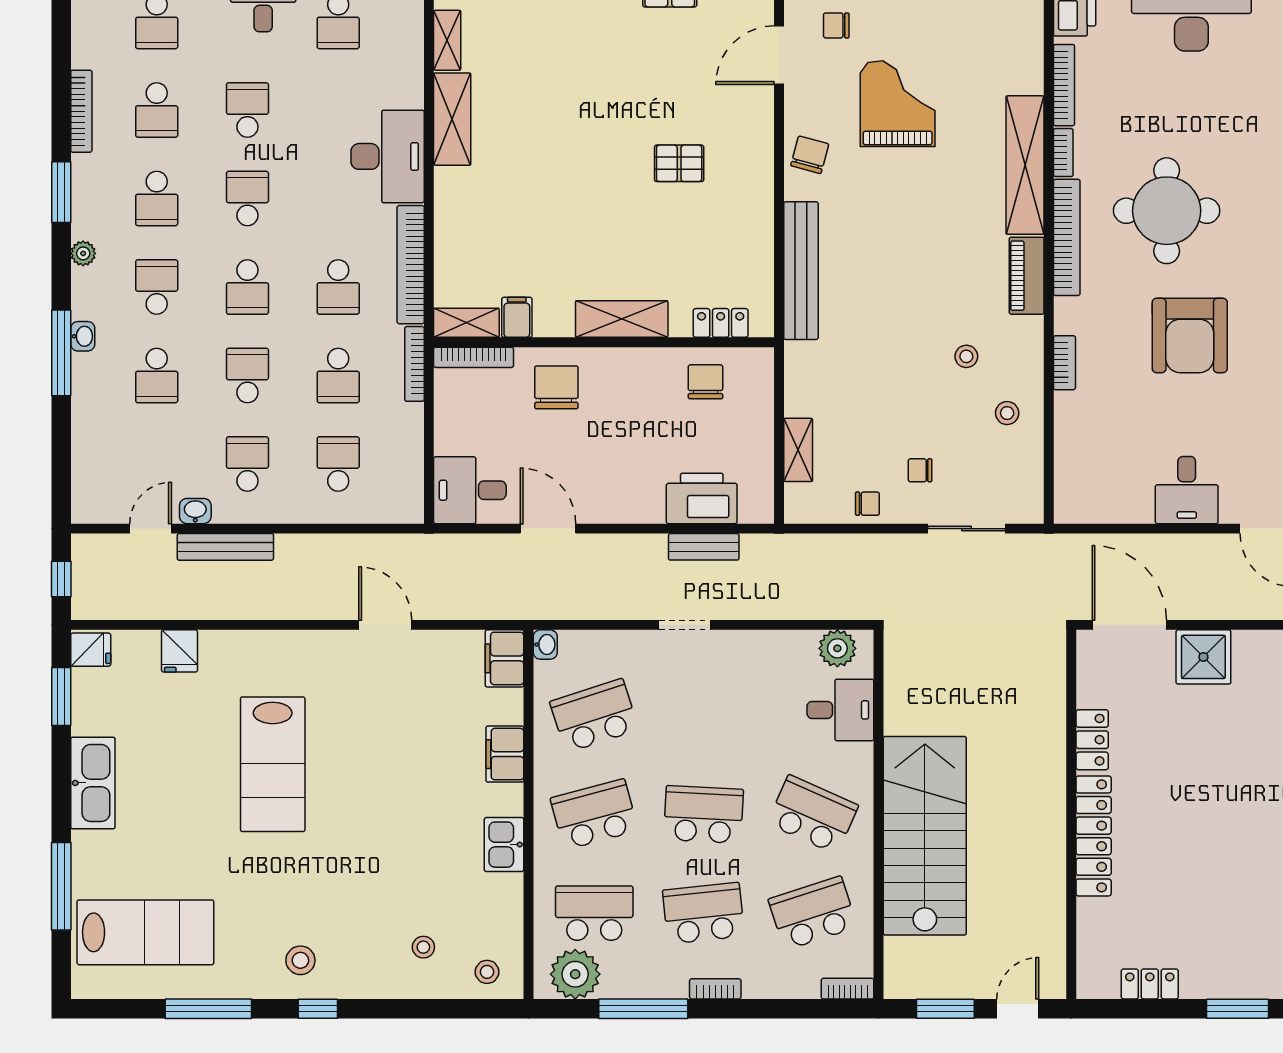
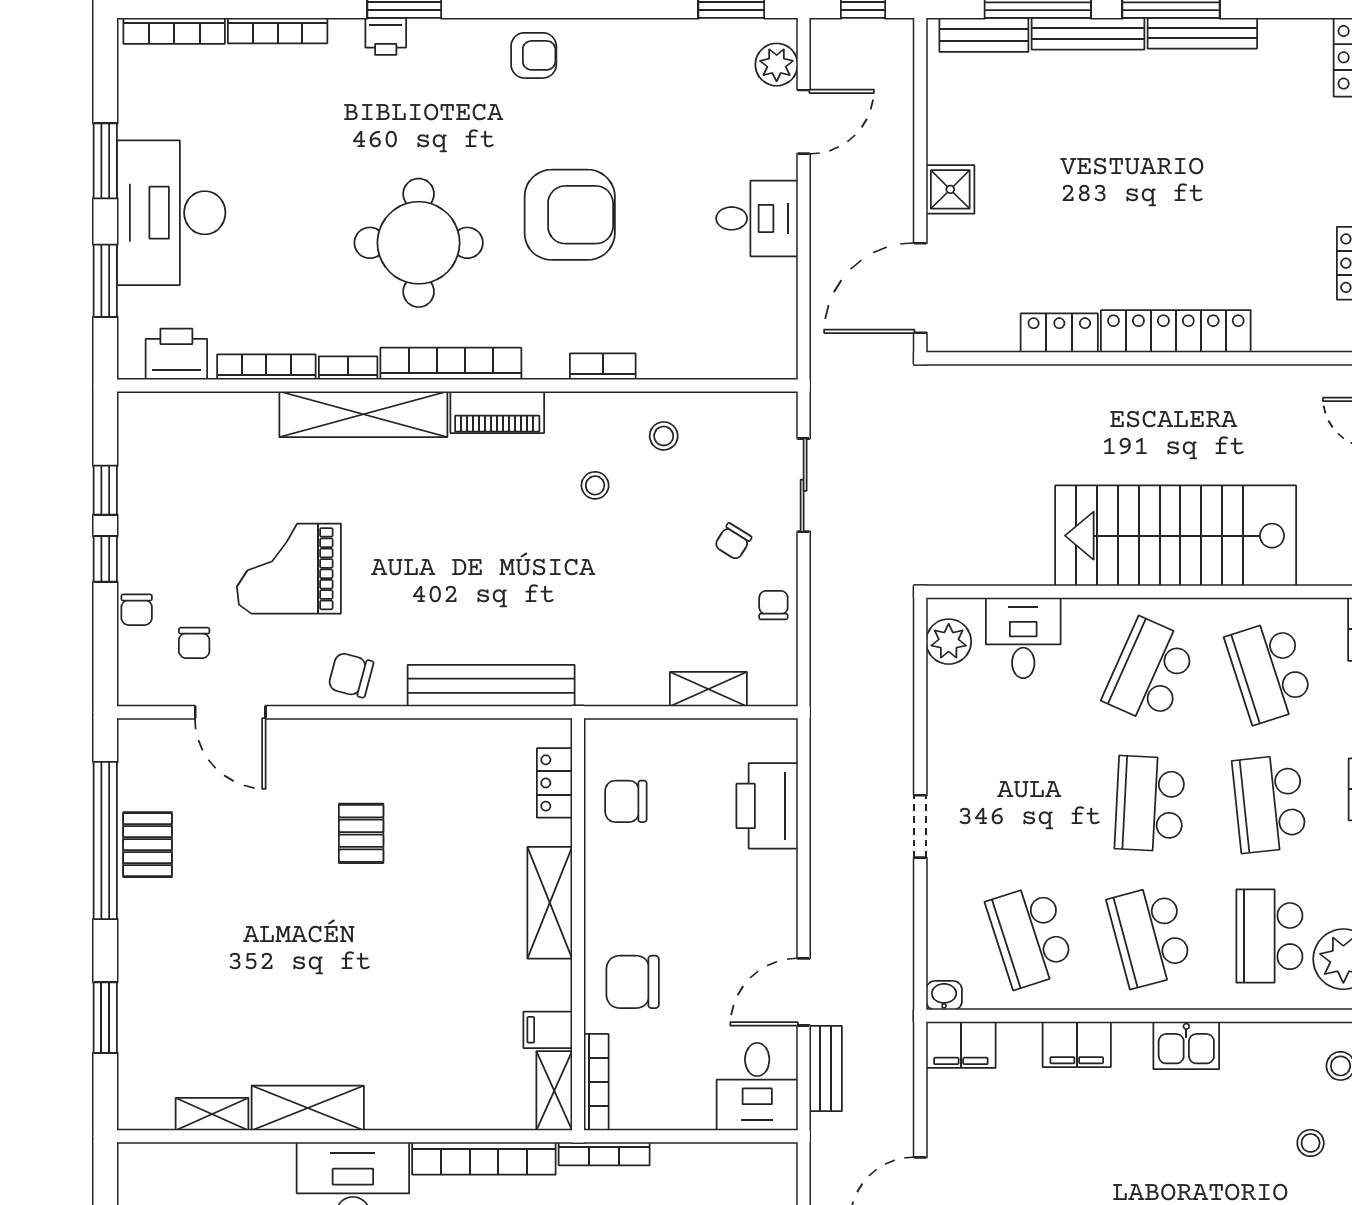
chair: (920, 470) -> (733, 541), turned 32
bench: (704, 547) -> (826, 1068), moved
shower: (1203, 657) -> (950, 189), width x0.73, depth x0.73

